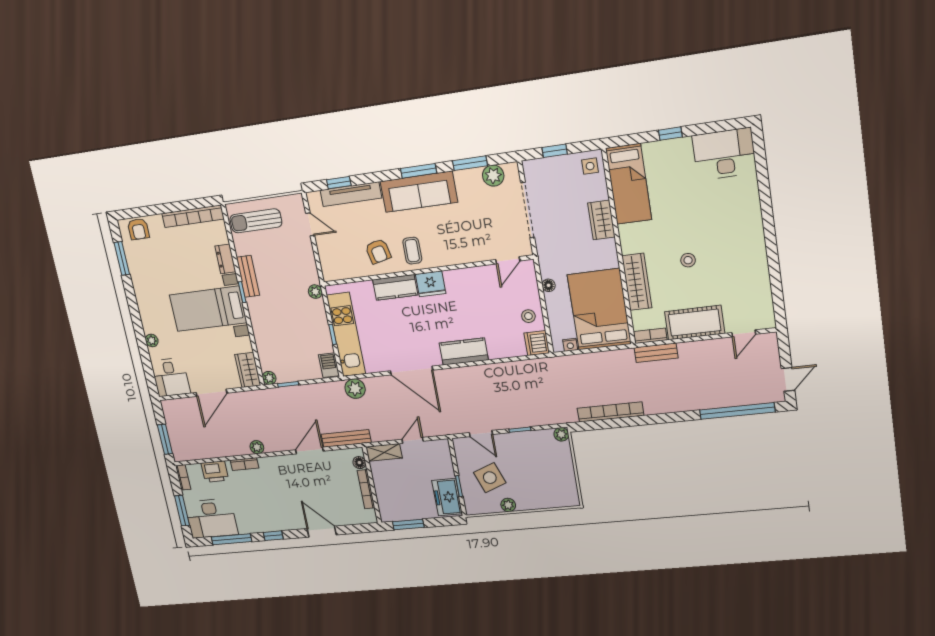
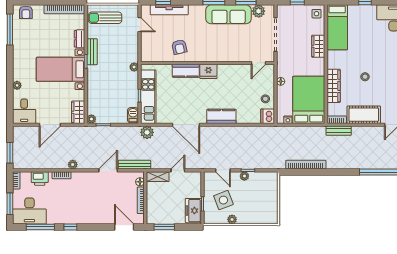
sofa: (419, 192) -> (229, 14), moved
coffee table: (412, 251) -> (201, 49), removed
window: (122, 258) -> (10, 29), width x1.44
plant: (561, 434) -> (244, 176), moved
door: (322, 532) -> (124, 227), moved

